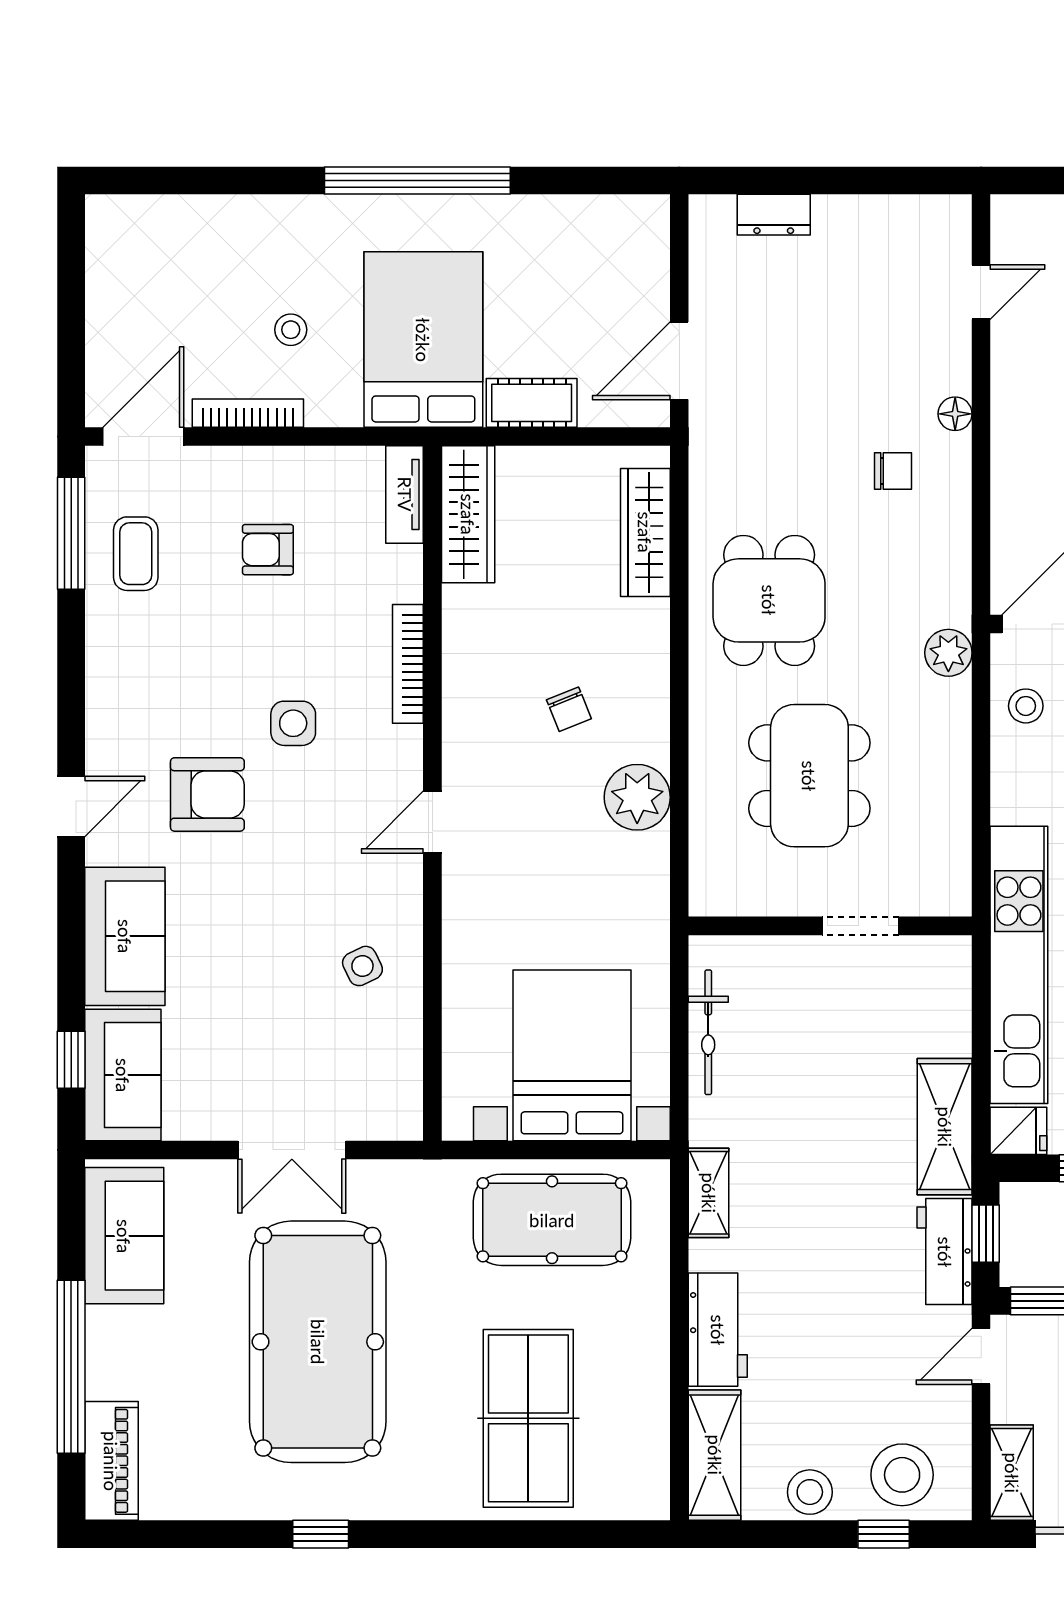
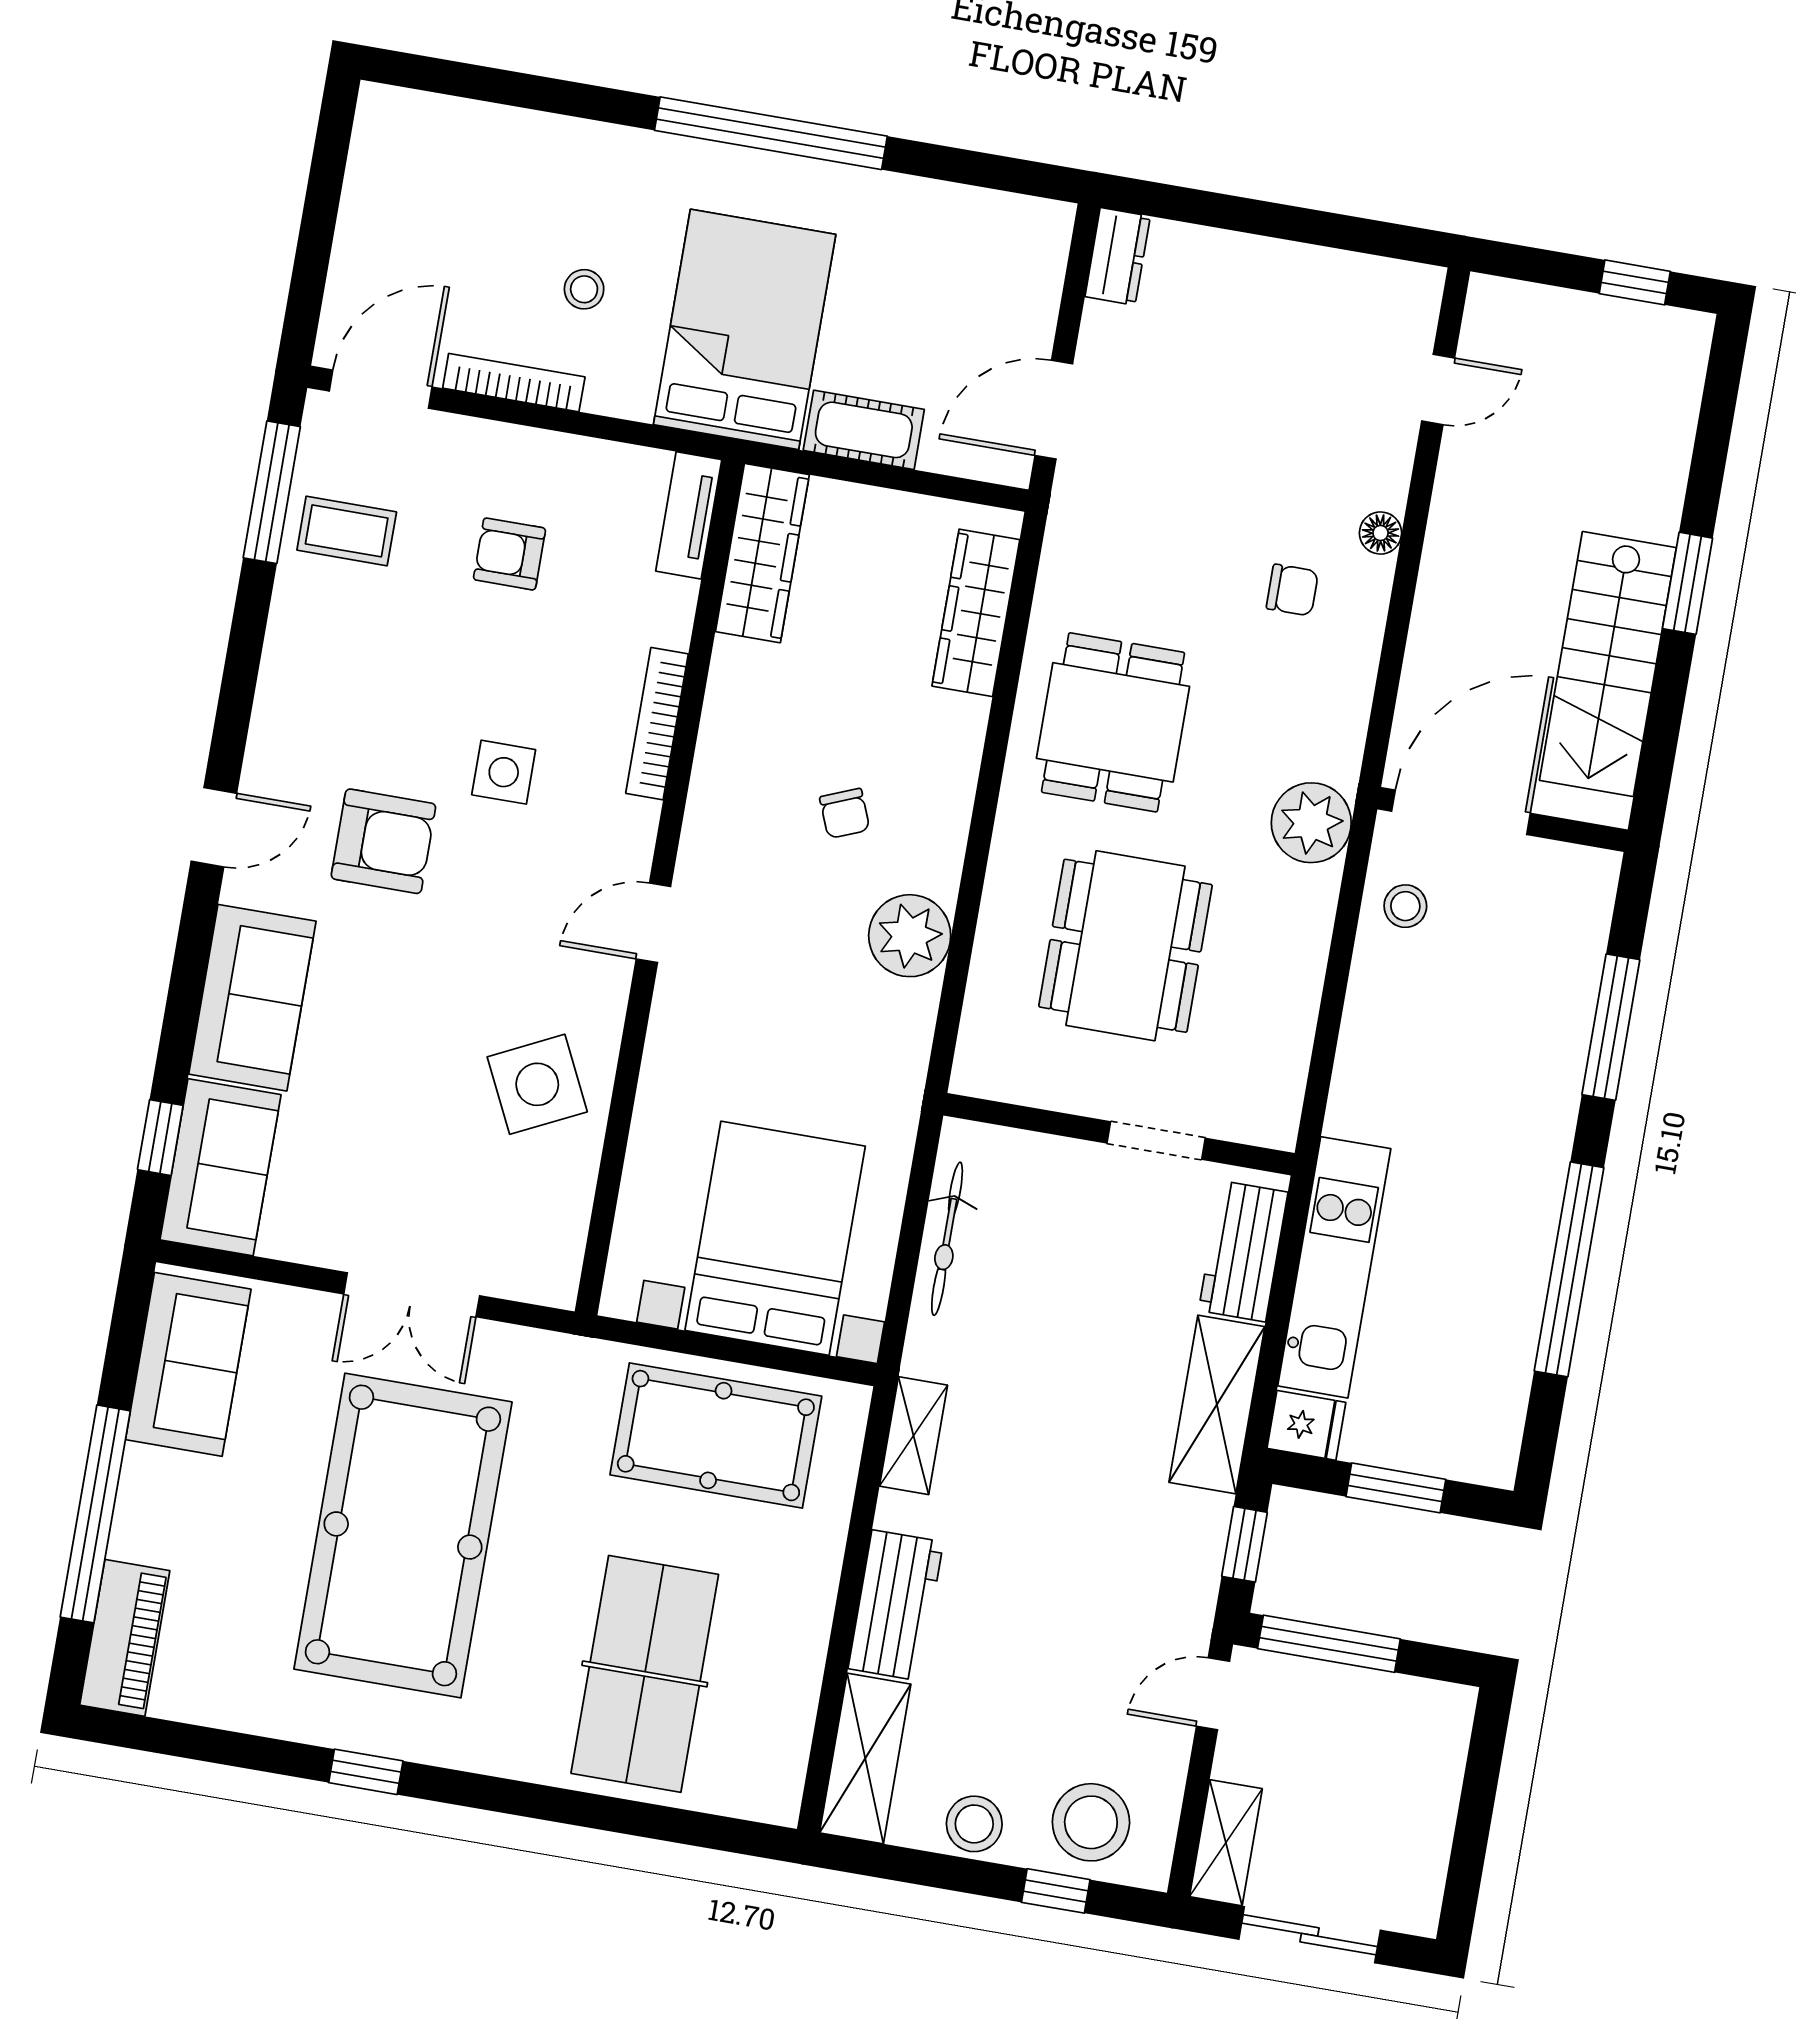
dresser: (774, 215) -> (1118, 256), moved, turned -90
coffee table: (136, 554) -> (347, 531), turned 90
plant: (948, 653) -> (1311, 823), width x1.36, depth x1.36
kitchen unit: (1019, 965) -> (1334, 1267), width x0.73
side table: (362, 966) -> (537, 1084), width x1.87, depth x1.87
workbench: (945, 1252) -> (1243, 1251), moved

